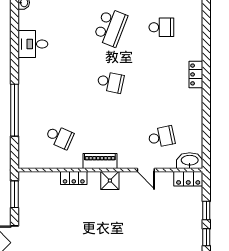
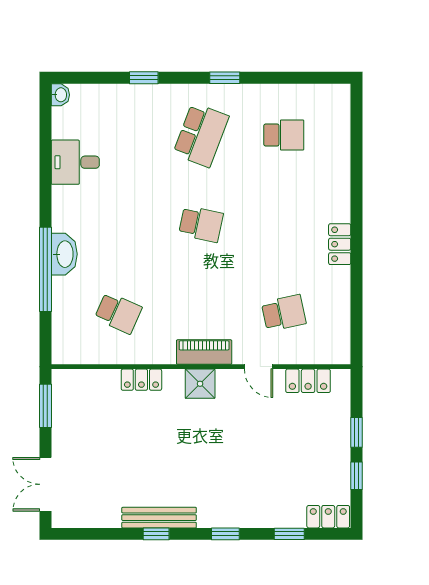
locker: (196, 74) -> (340, 244), moved
piano: (100, 161) -> (204, 352), moved
washbasin: (190, 161) -> (64, 254), moved, turned 90
locker: (188, 179) -> (308, 381), moved

